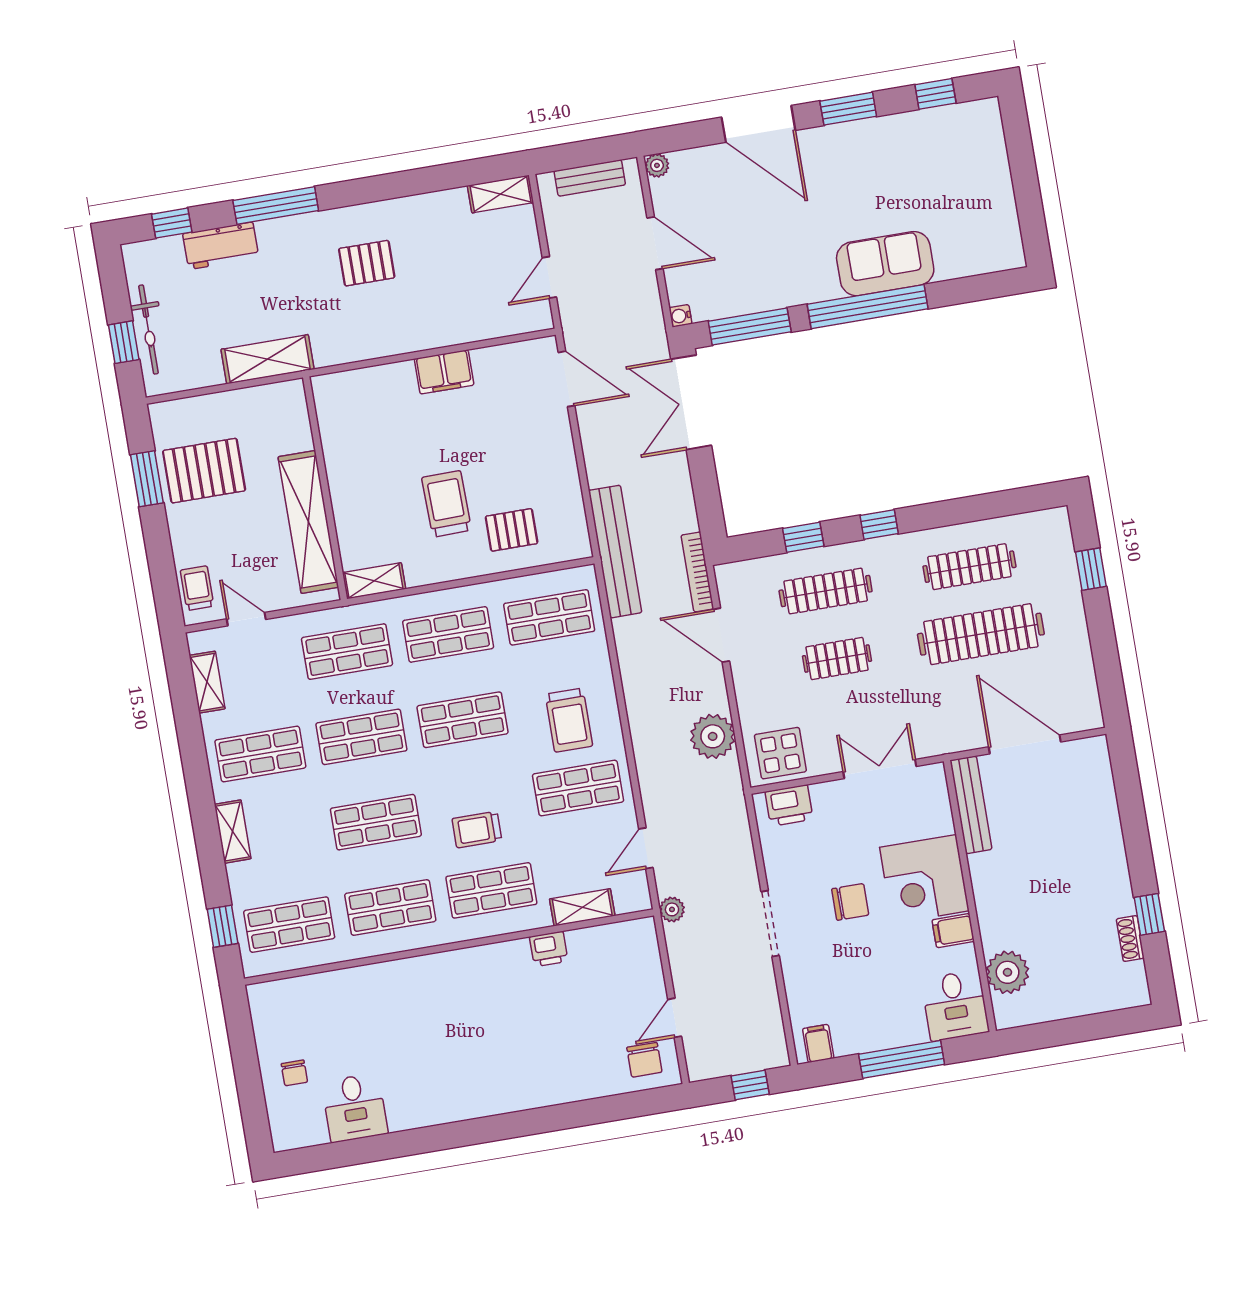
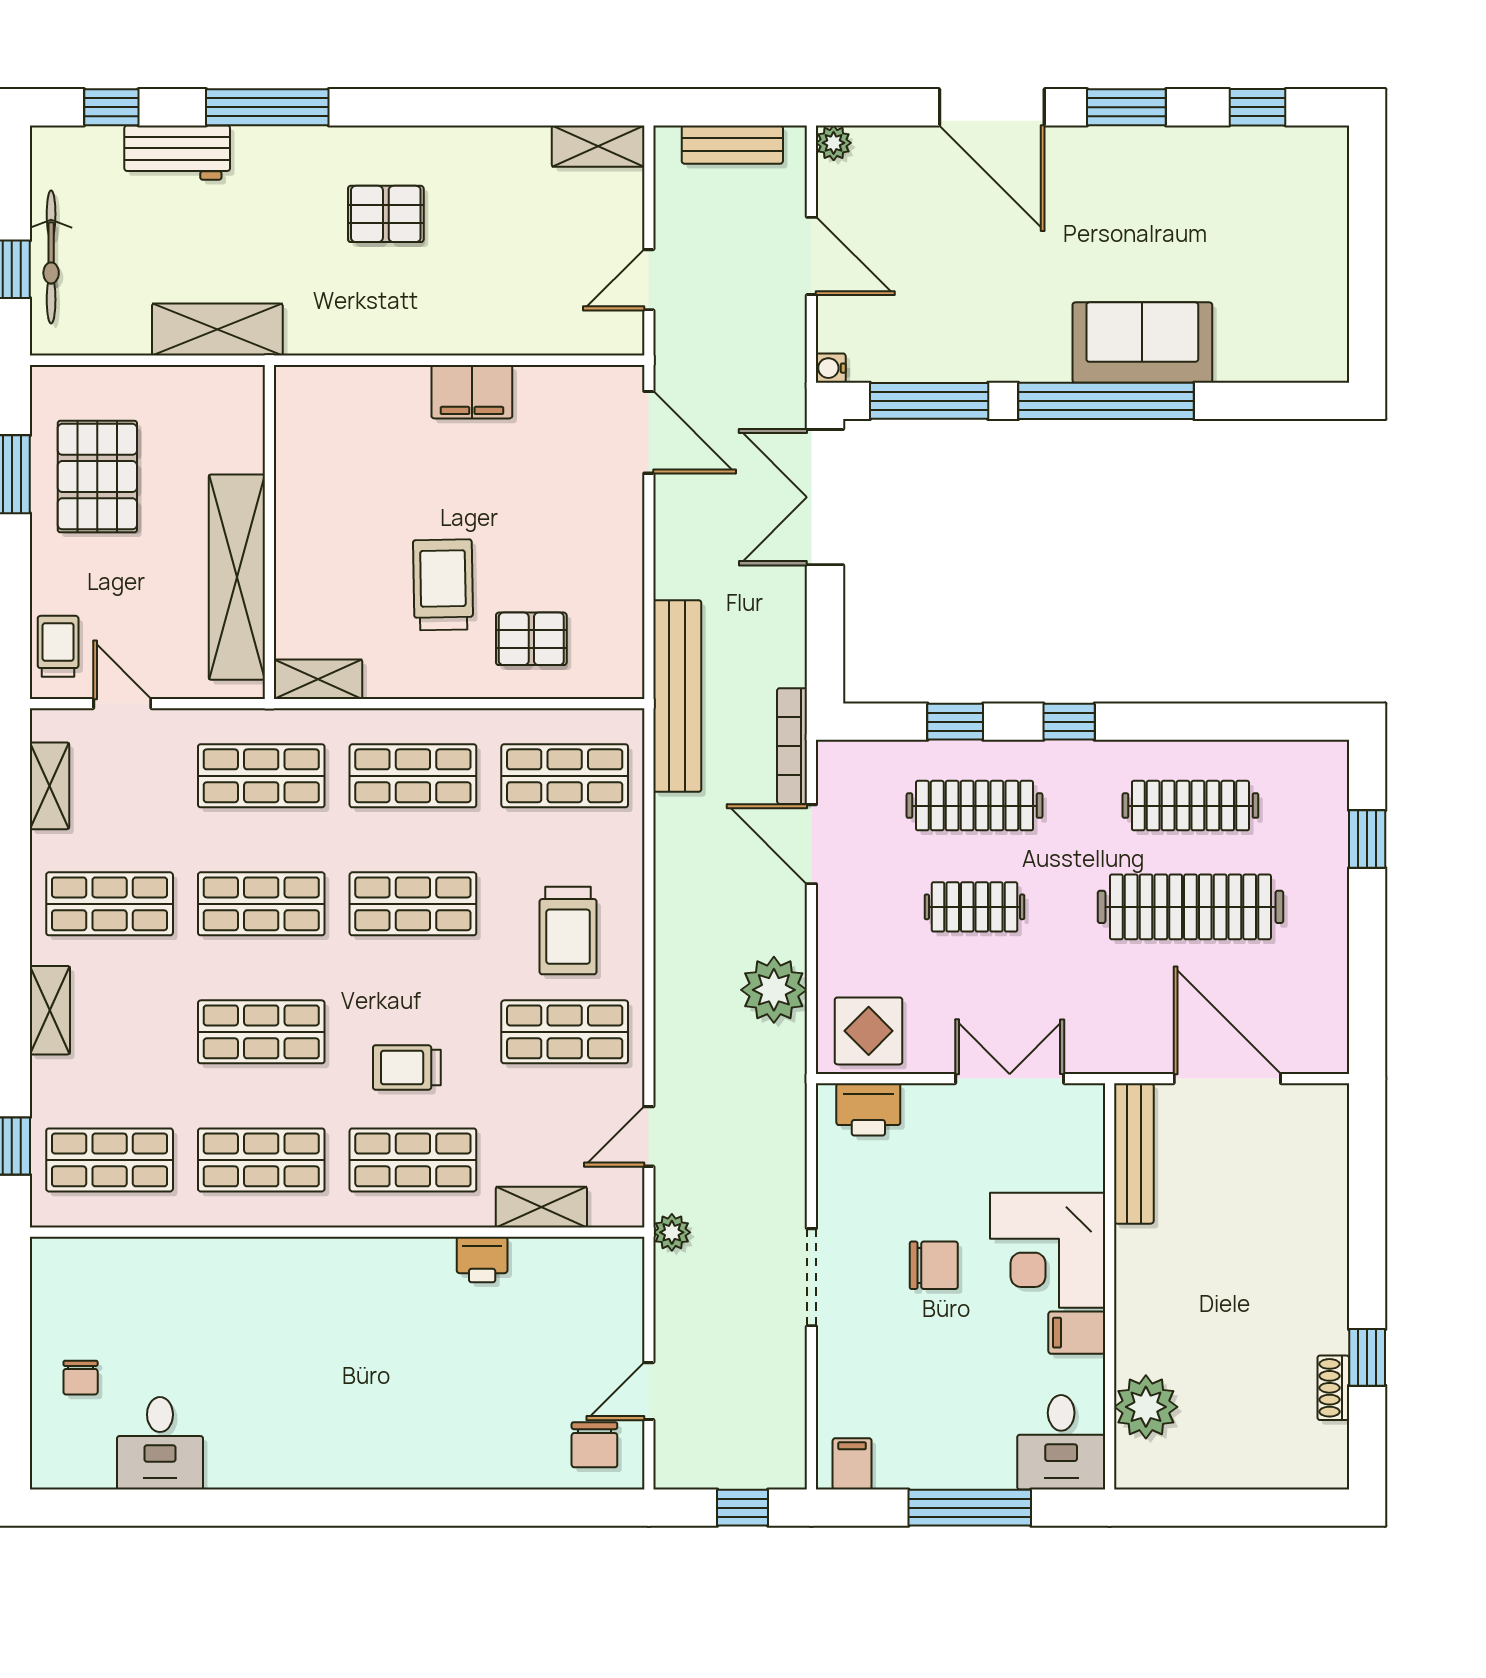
pallet: (204, 471) -> (97, 477), turned 90

